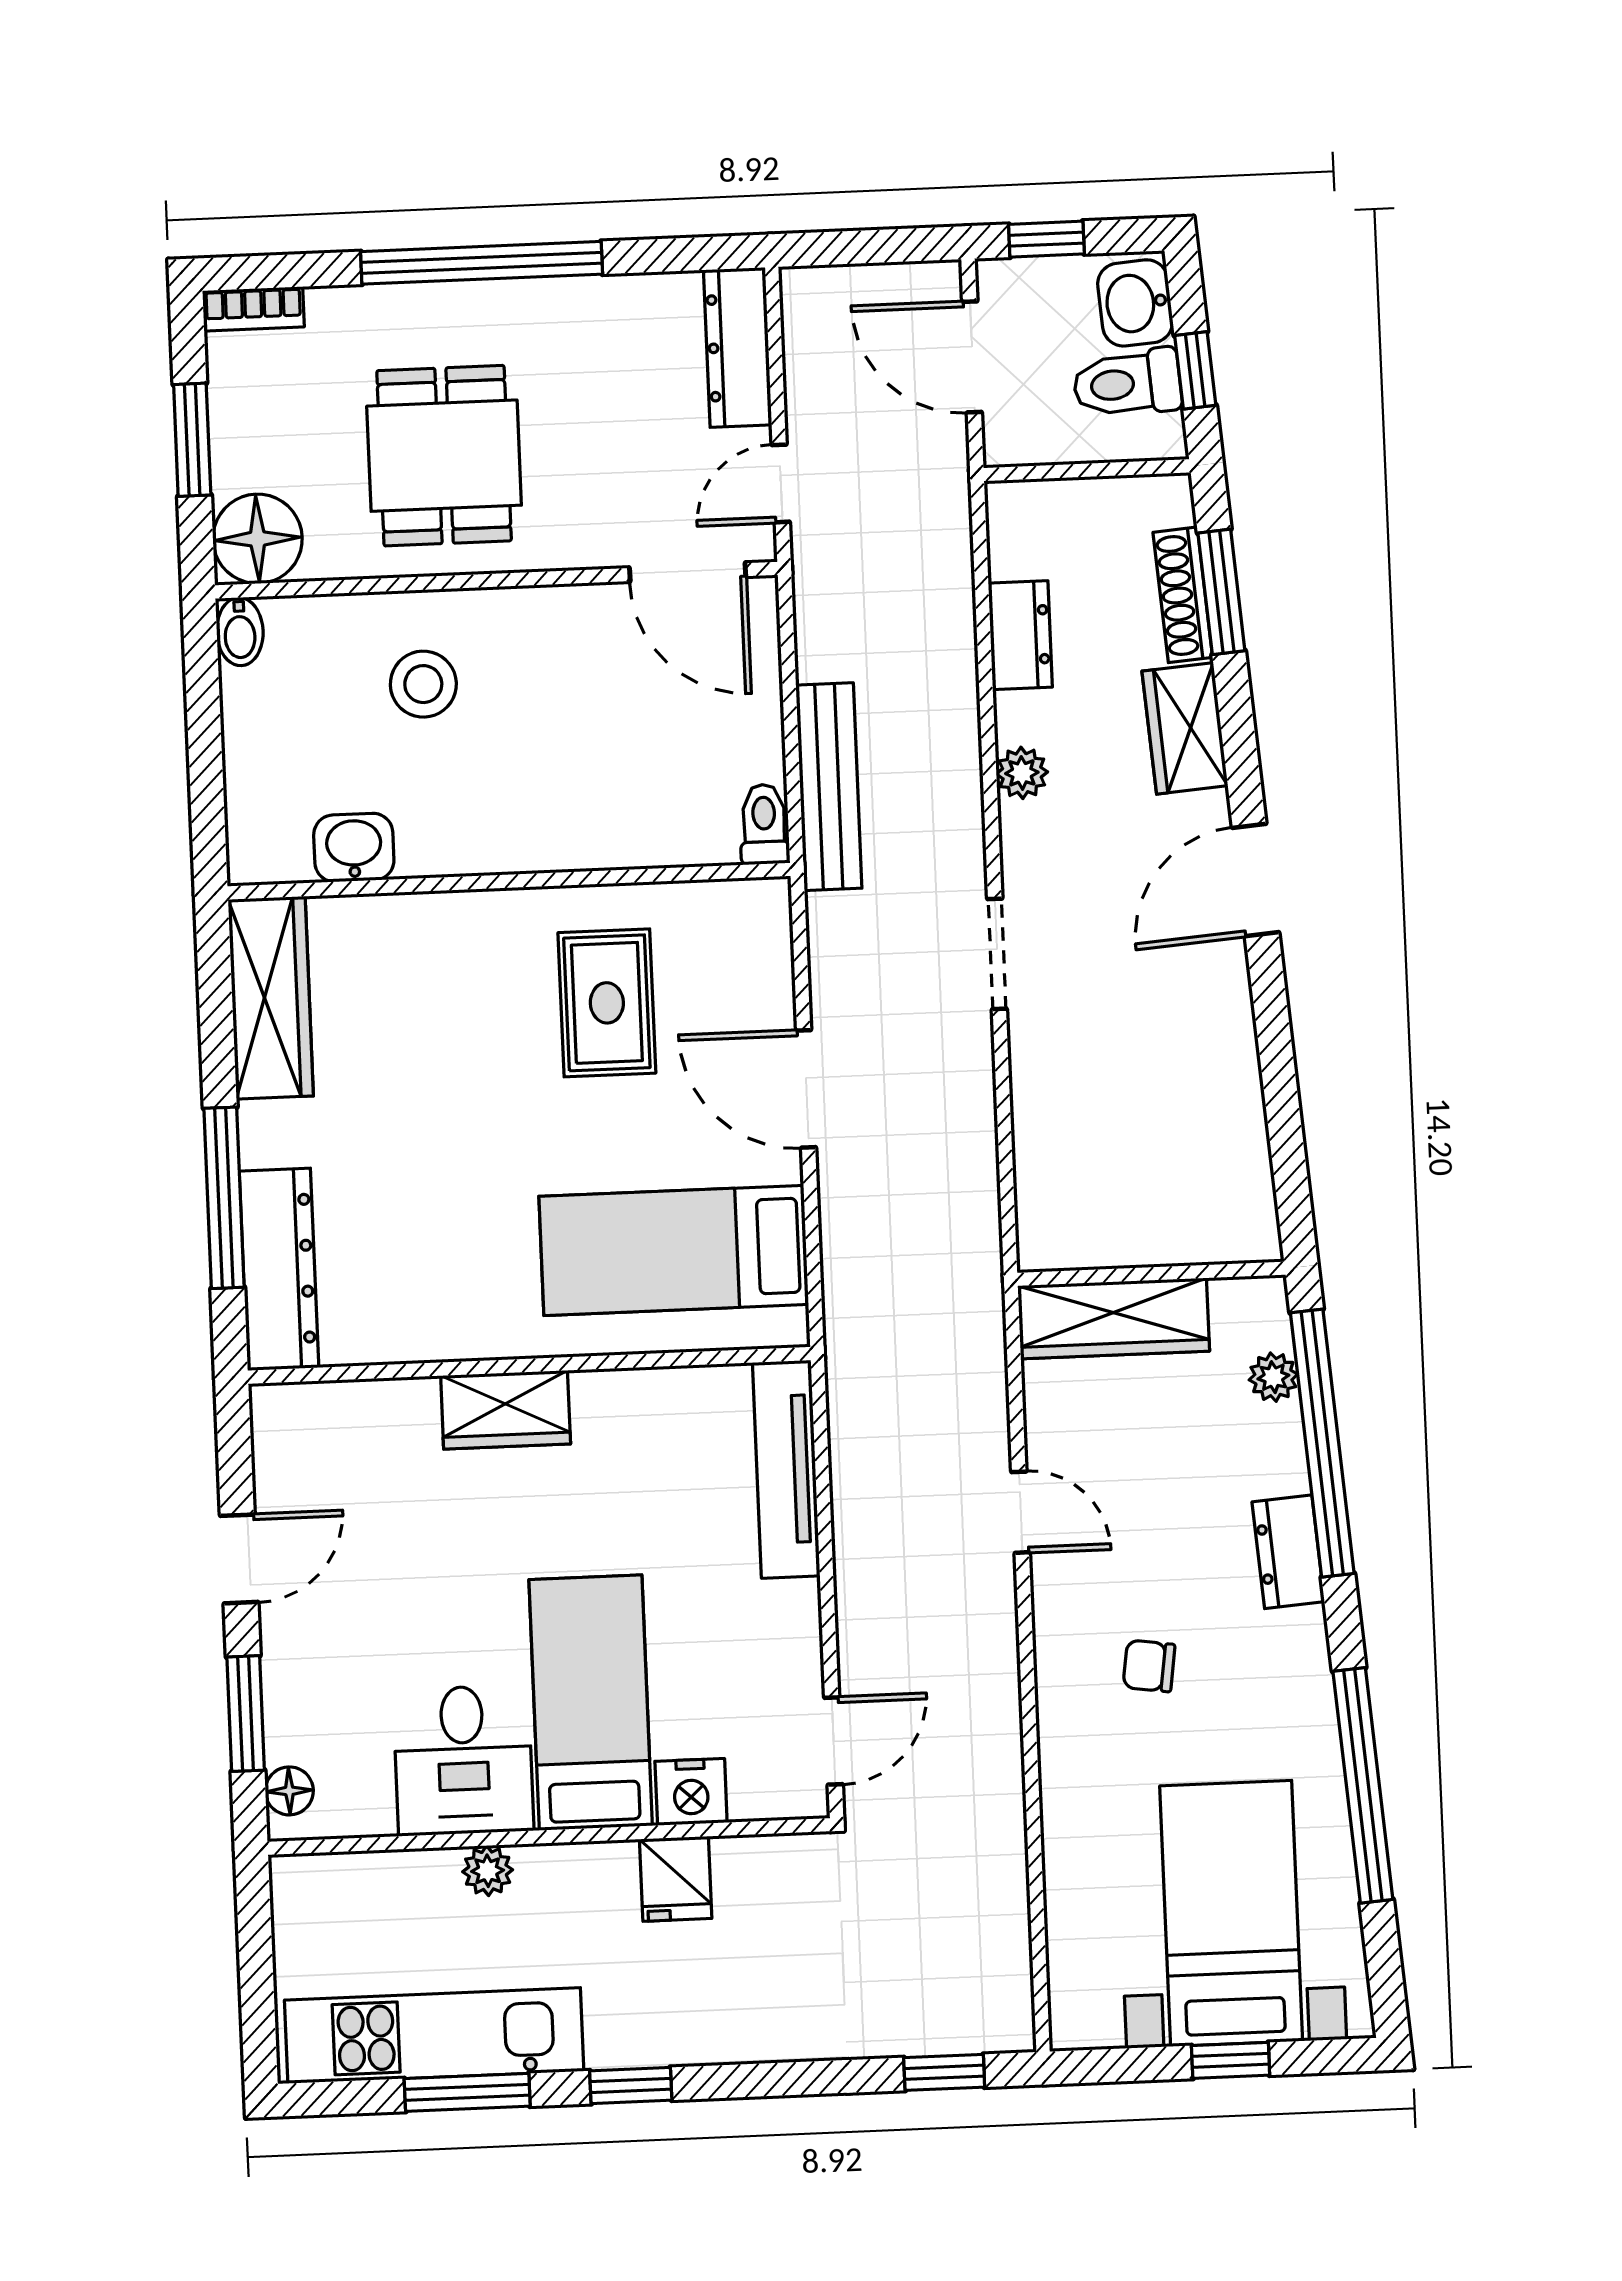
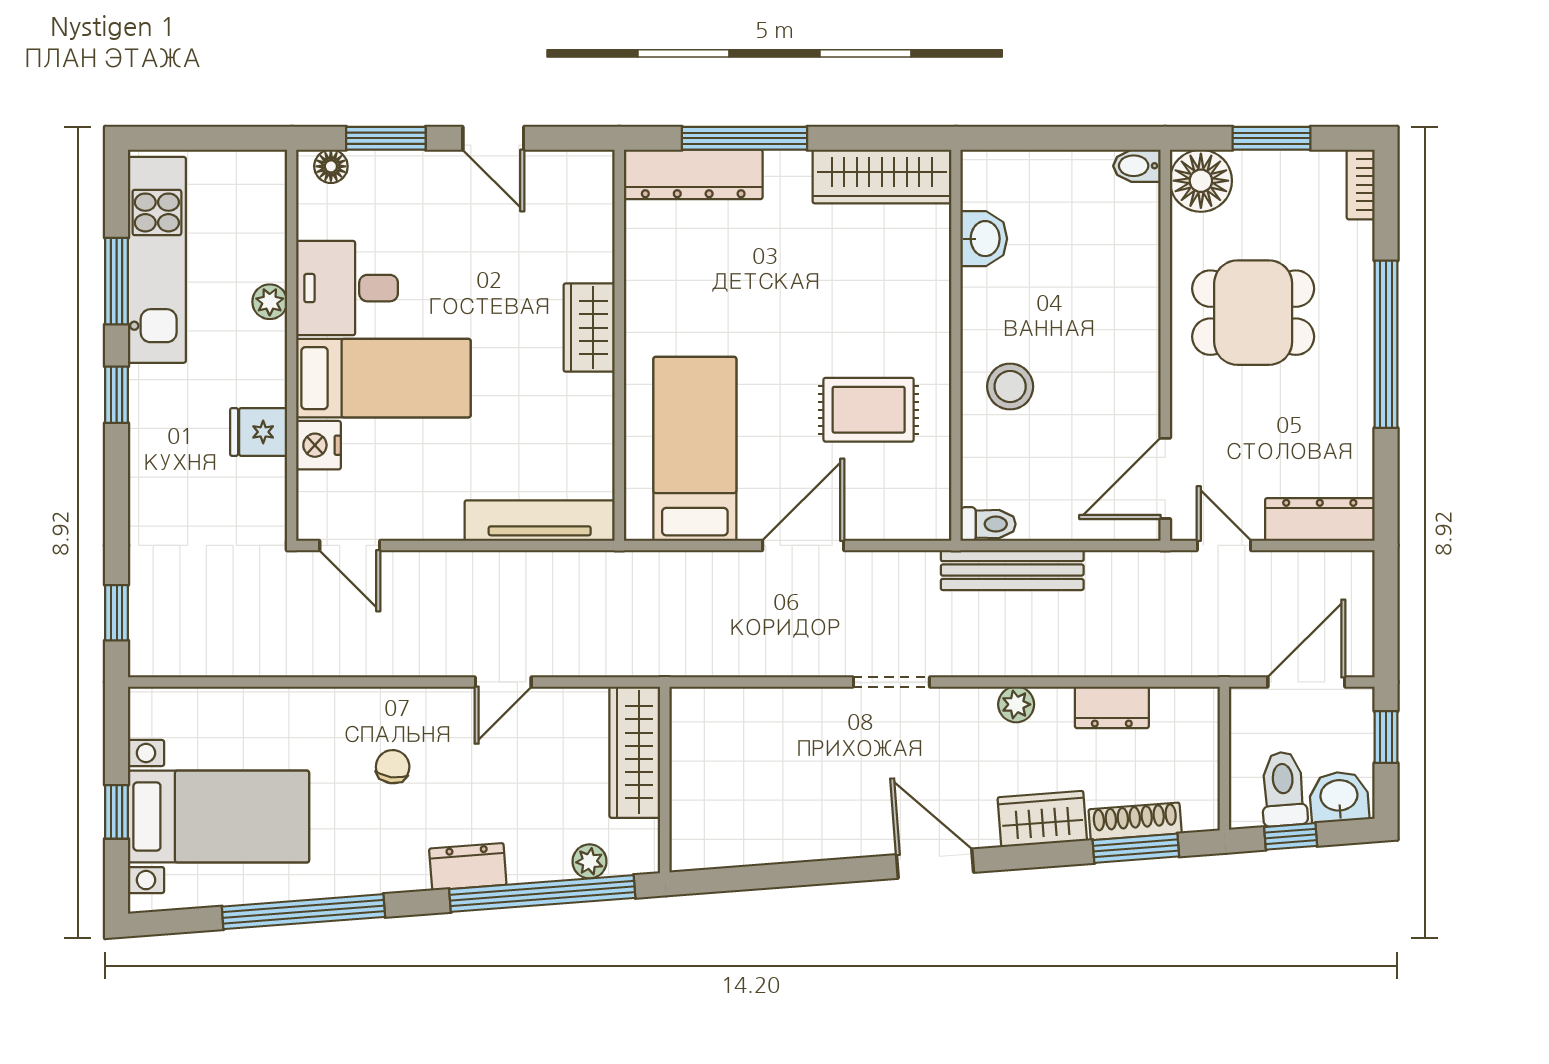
stool: (423, 684) -> (1010, 387), moved

